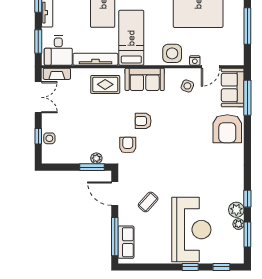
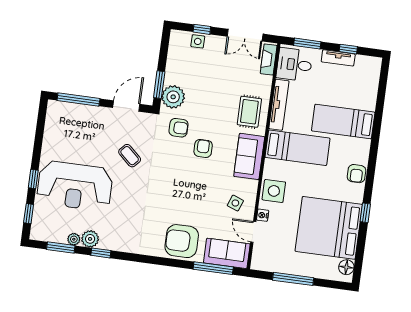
plant: (96, 158) -> (173, 97), width x1.88, depth x1.88
coffee table: (148, 202) -> (130, 156), moved
row of seats: (126, 242) -> (71, 111), removed

